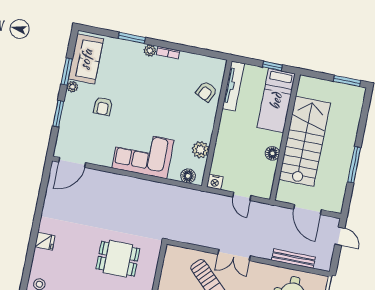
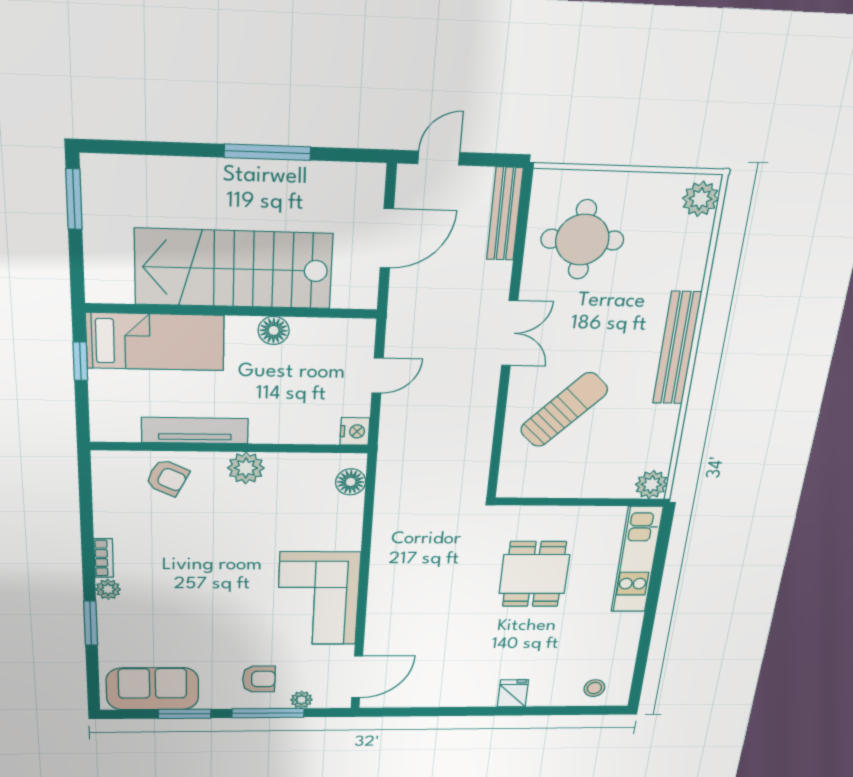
tv unit: (233, 86) -> (195, 431), moved
plant: (72, 87) -> (301, 700), moved
armchair: (103, 106) -> (259, 679), moved
window: (58, 114) -> (268, 713), width x1.44
plant: (201, 150) -> (246, 468), moved
corner sofa: (143, 154) -> (318, 599), moved
door: (72, 162) -> (357, 677), hinge flipped
double door: (234, 255) -> (510, 333), moved
bench: (294, 259) -> (505, 214), moved

